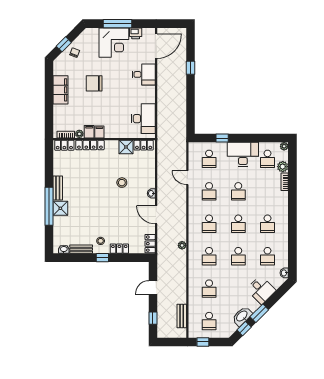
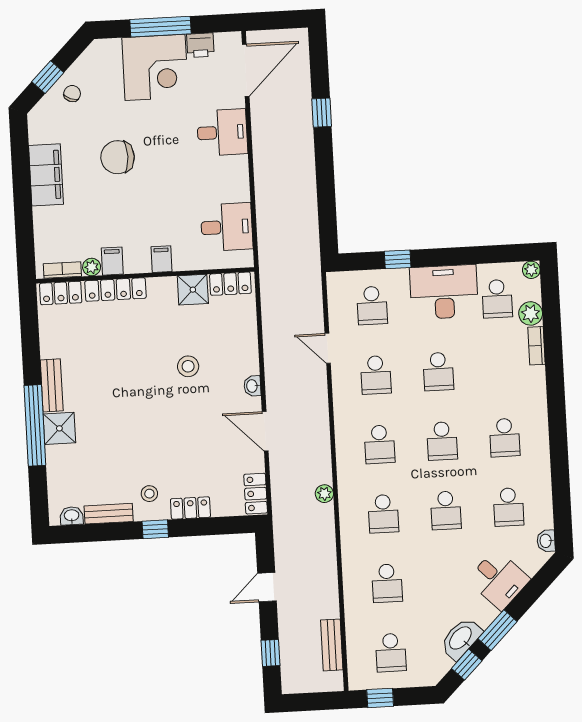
desk: (143, 119) -> (227, 227), width x0.73
filing cabinet: (99, 132) -> (161, 259), moved

